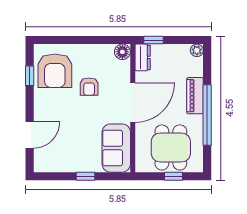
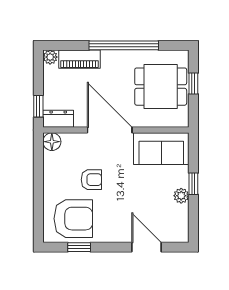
piano: (195, 96) -> (79, 59), moved
plant: (75, 166) -> (181, 196), added

